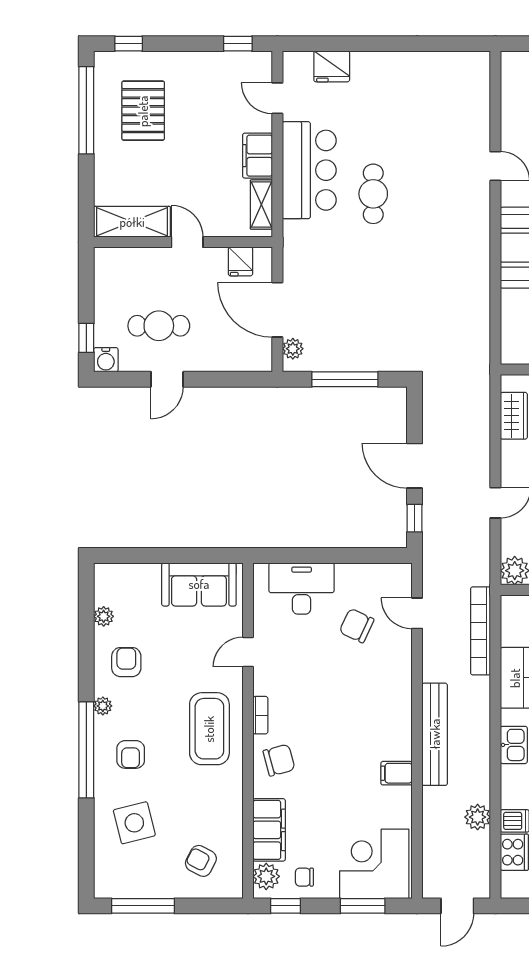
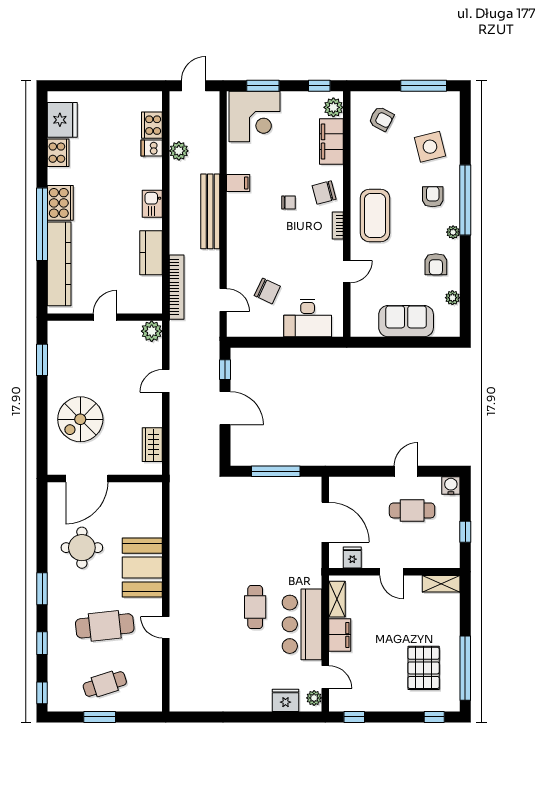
shelving: (132, 222) -> (441, 584), width x0.67, depth x0.75
window: (86, 338) -> (465, 532), moved
plant: (293, 349) -> (314, 698), moved
sofa: (199, 584) -> (406, 321), moved
chair: (304, 877) -> (289, 203), moved

